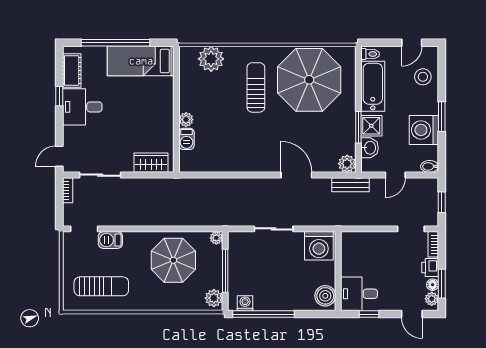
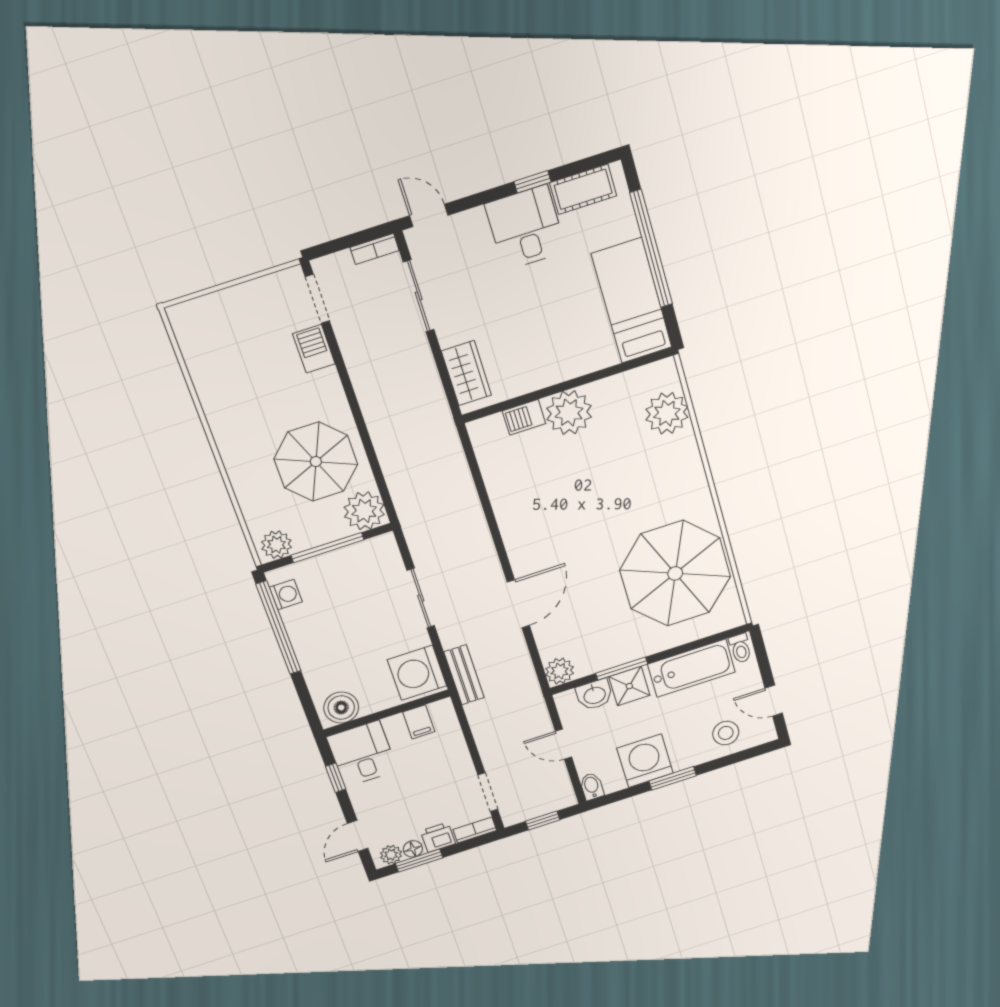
sun lounger: (256, 87) -> (640, 498), removed
plant: (186, 120) -> (569, 413), width x1.87, depth x1.87
bench: (350, 185) -> (464, 675), moved
plant: (216, 238) -> (364, 511), width x1.87, depth x1.87
filing cabinet: (350, 255) -> (419, 722), added
sun lounger: (101, 286) -> (230, 359), removed

